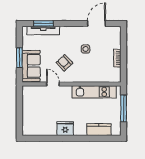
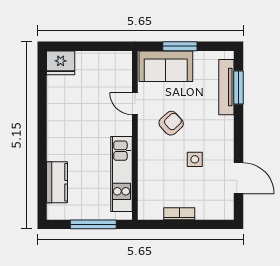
door: (53, 84) -> (135, 104), swing flipped
fridge: (65, 129) -> (61, 63), moved, turned 90

